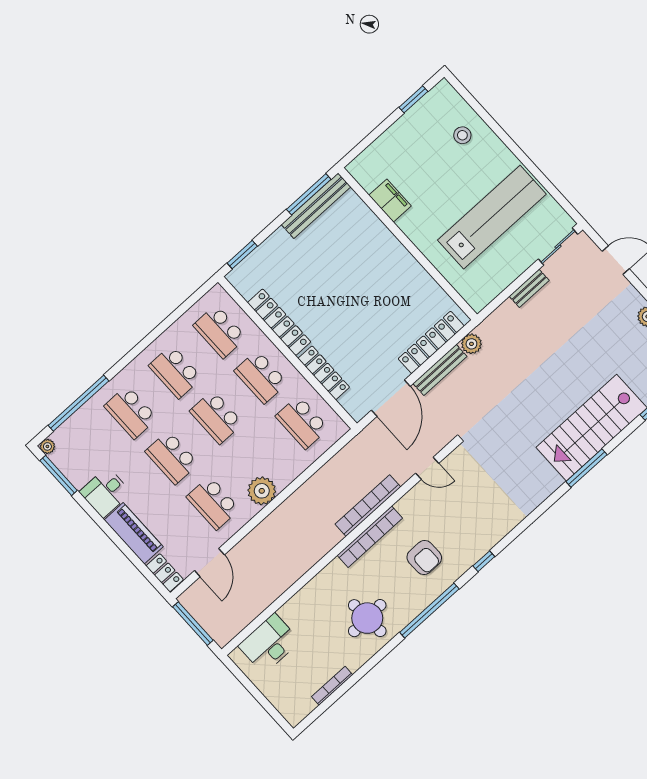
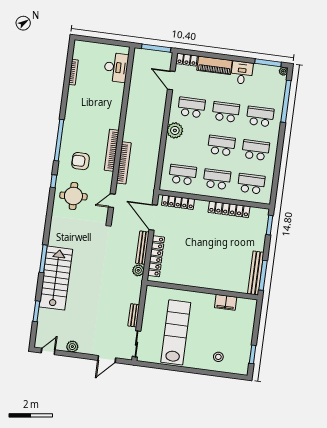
lab bench: (492, 217) -> (176, 332), turned 180
locker: (324, 373) -> (178, 202), moved
round table: (367, 618) -> (73, 196), moved

